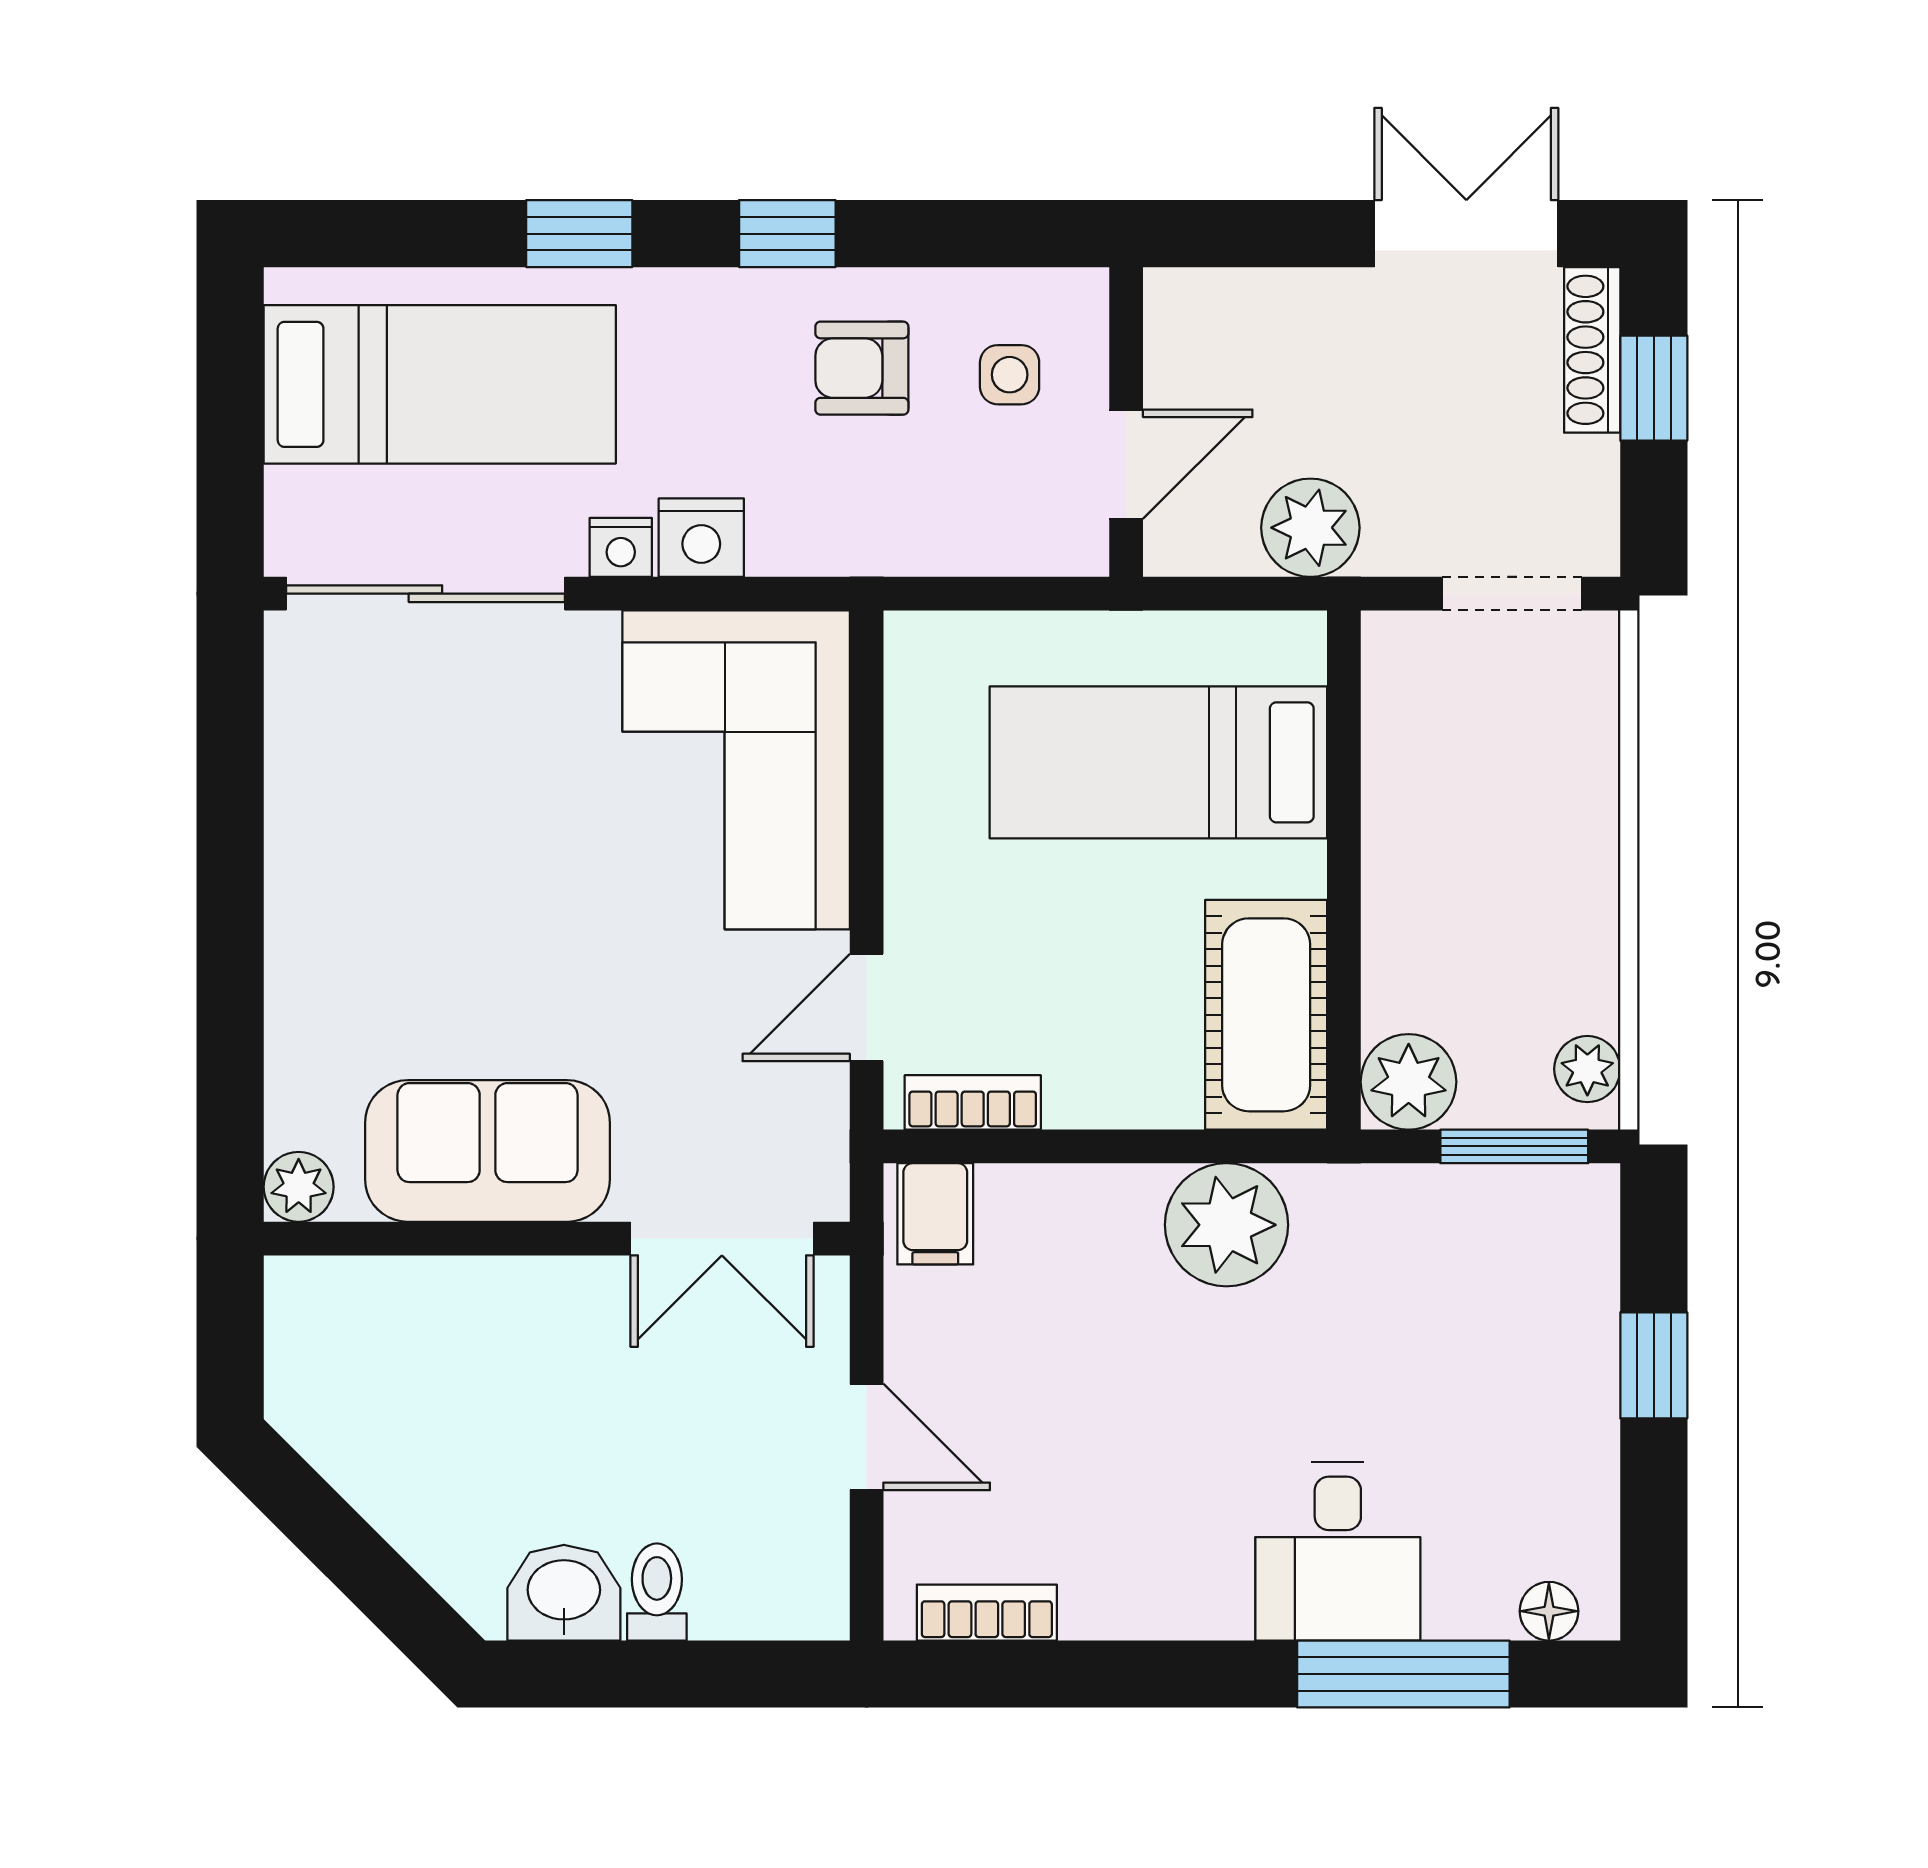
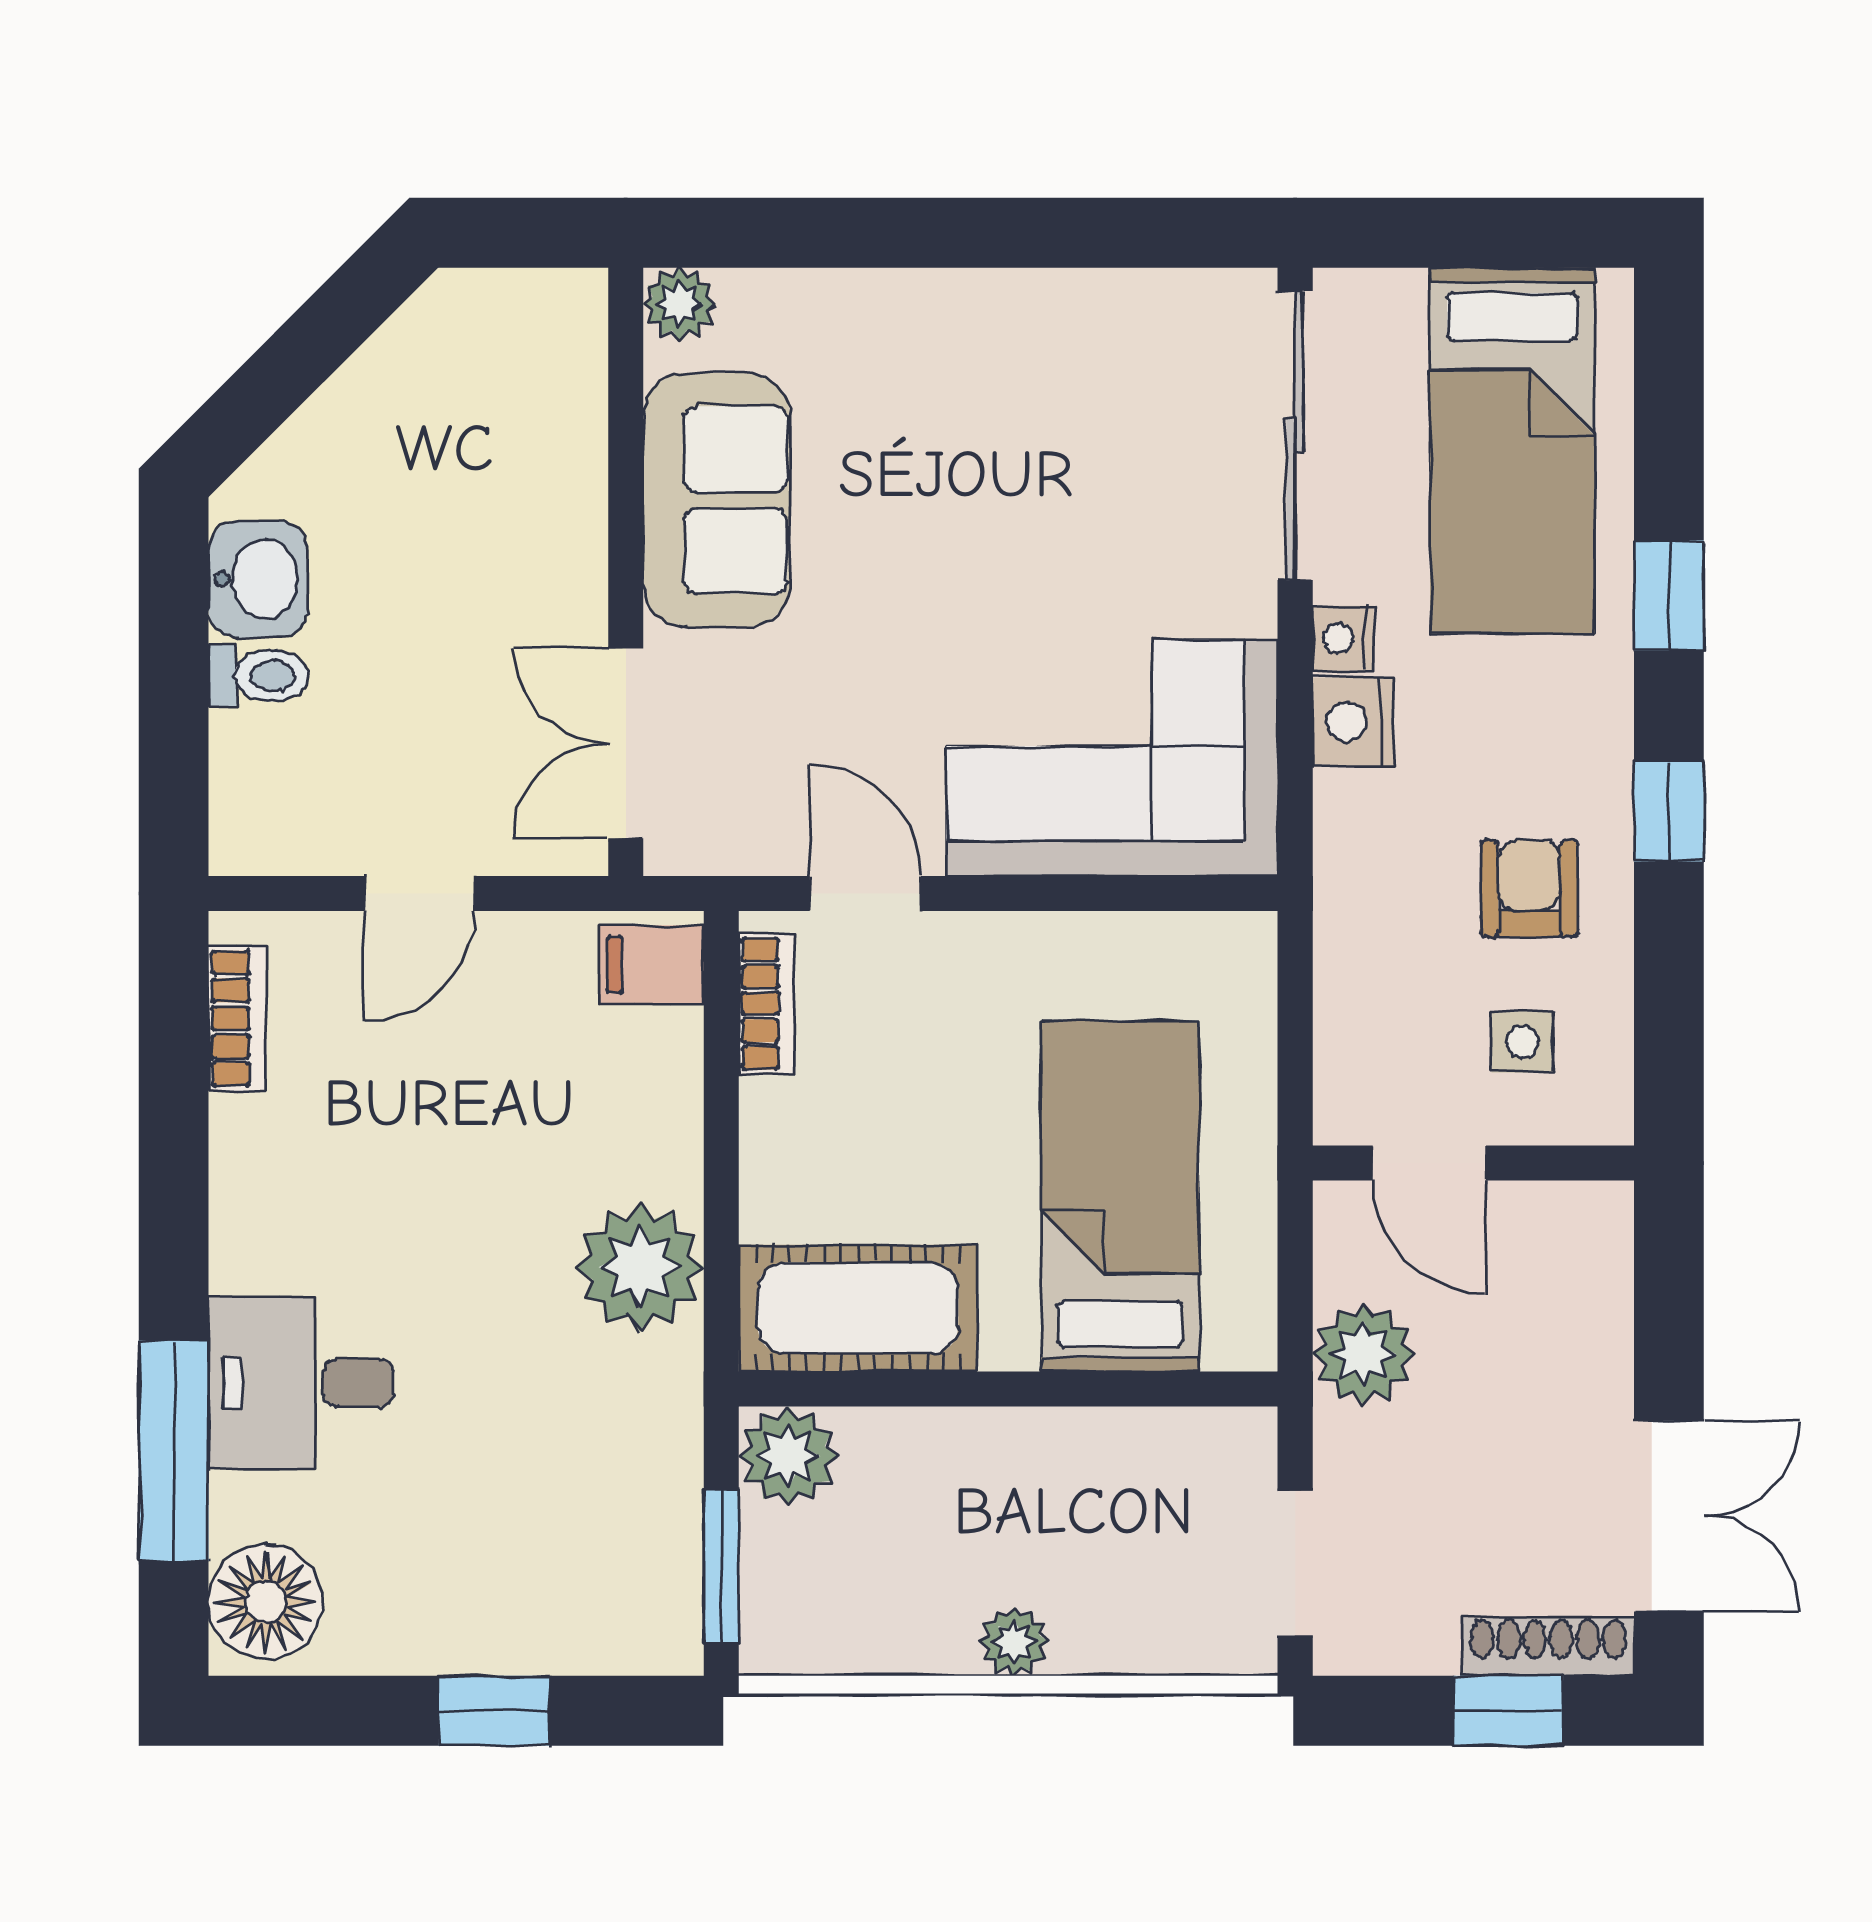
plant: (1587, 1069) -> (1014, 1642), moved
floor lamp: (1549, 1611) -> (266, 1602), width x1.89, depth x1.89

